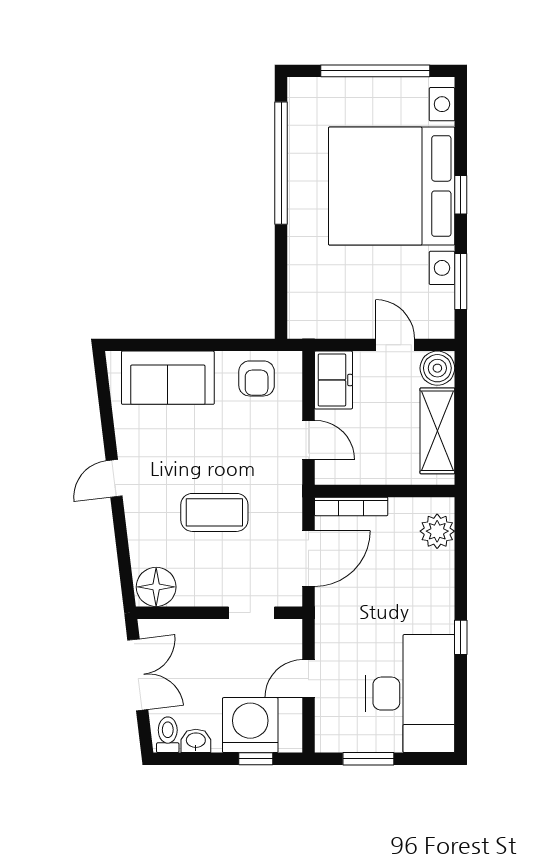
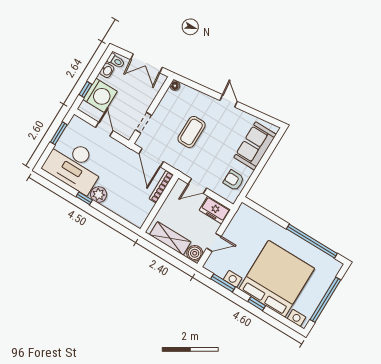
plant: (437, 531) -> (99, 195), moved
floor lamp: (156, 587) -> (175, 86), width x0.53, depth x0.53

